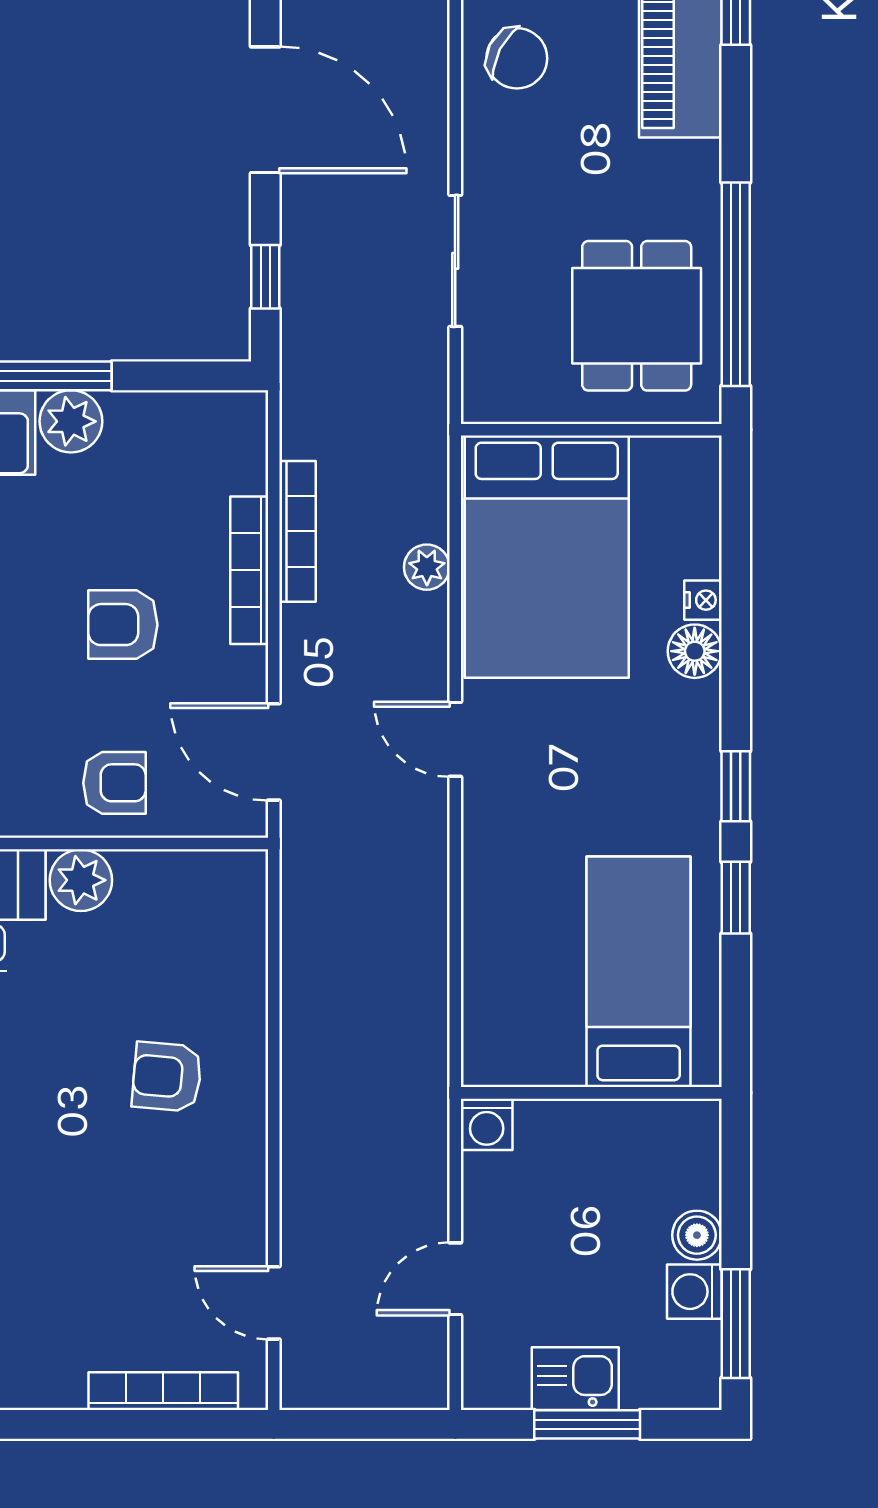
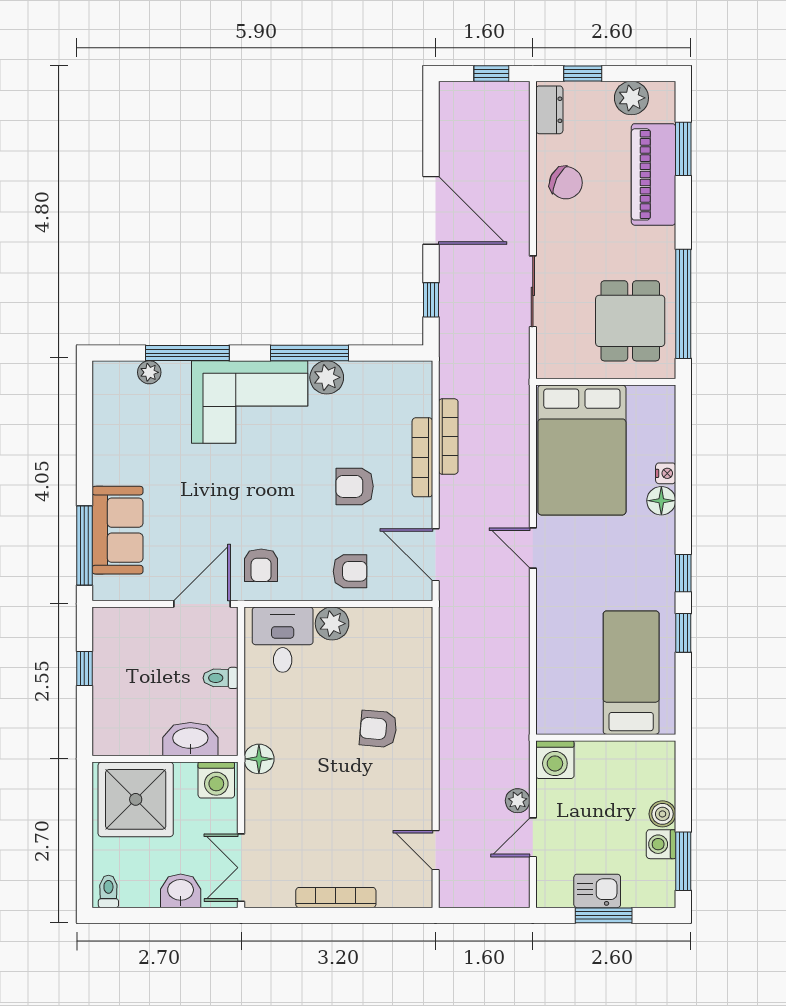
plant: (427, 567) -> (518, 801), moved
washing machine: (487, 1124) -> (555, 760), width x1.38, depth x1.38
bookcase: (163, 1391) -> (336, 898), moved

